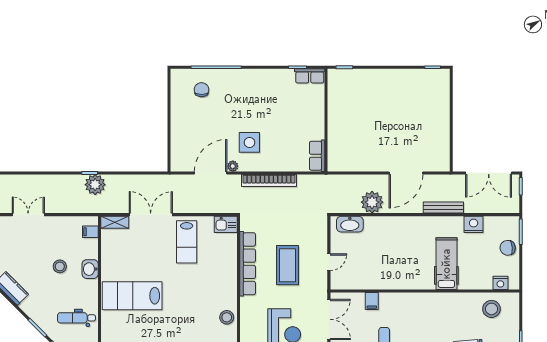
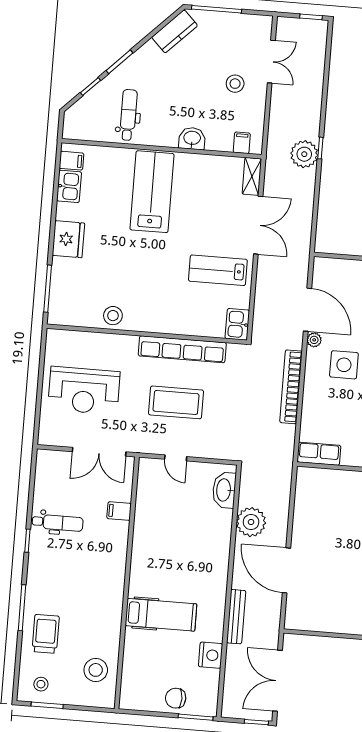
chair: (508, 248) -> (176, 698), turned -85
stool: (60, 266) -> (235, 84), moved
nightstand: (500, 283) -> (130, 685), removed

